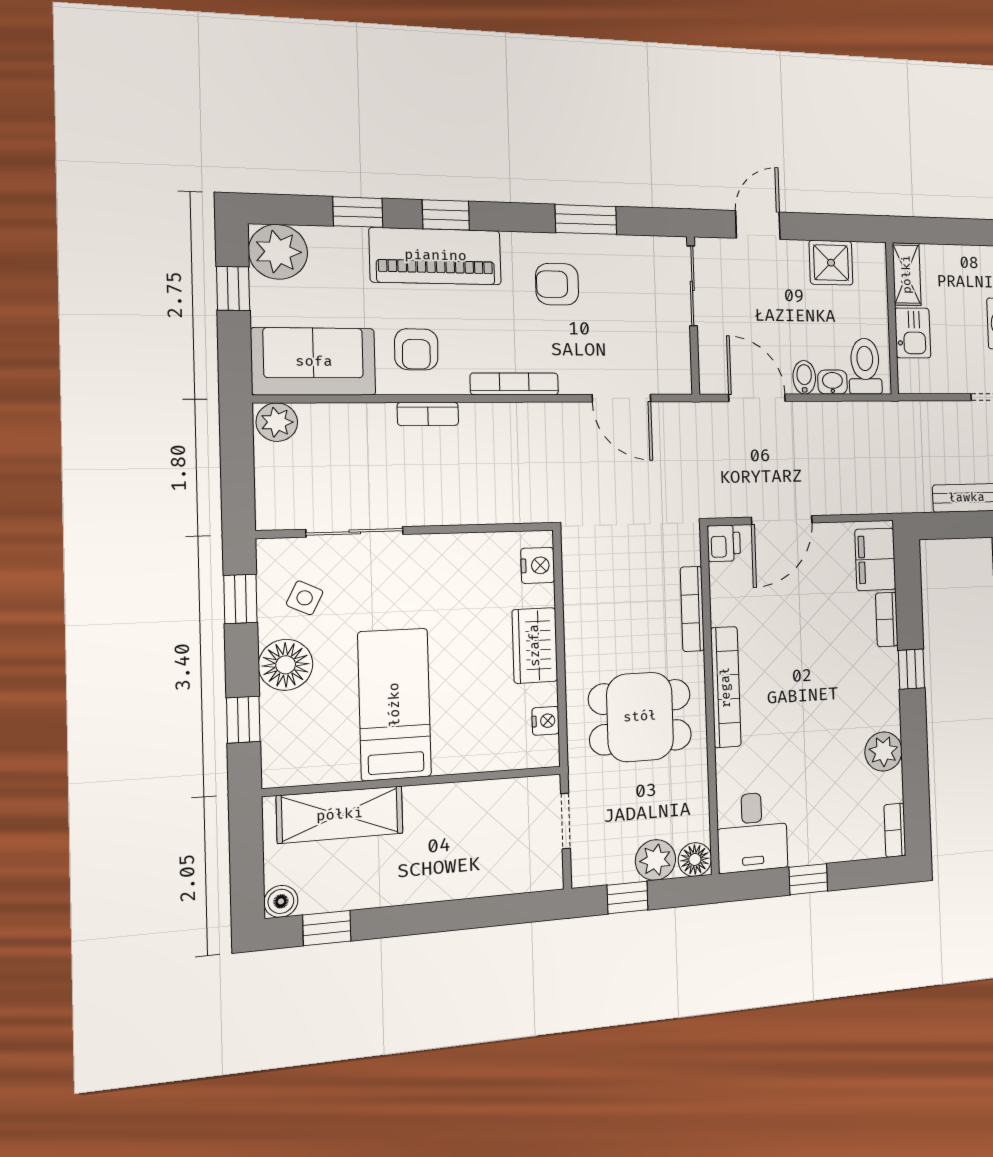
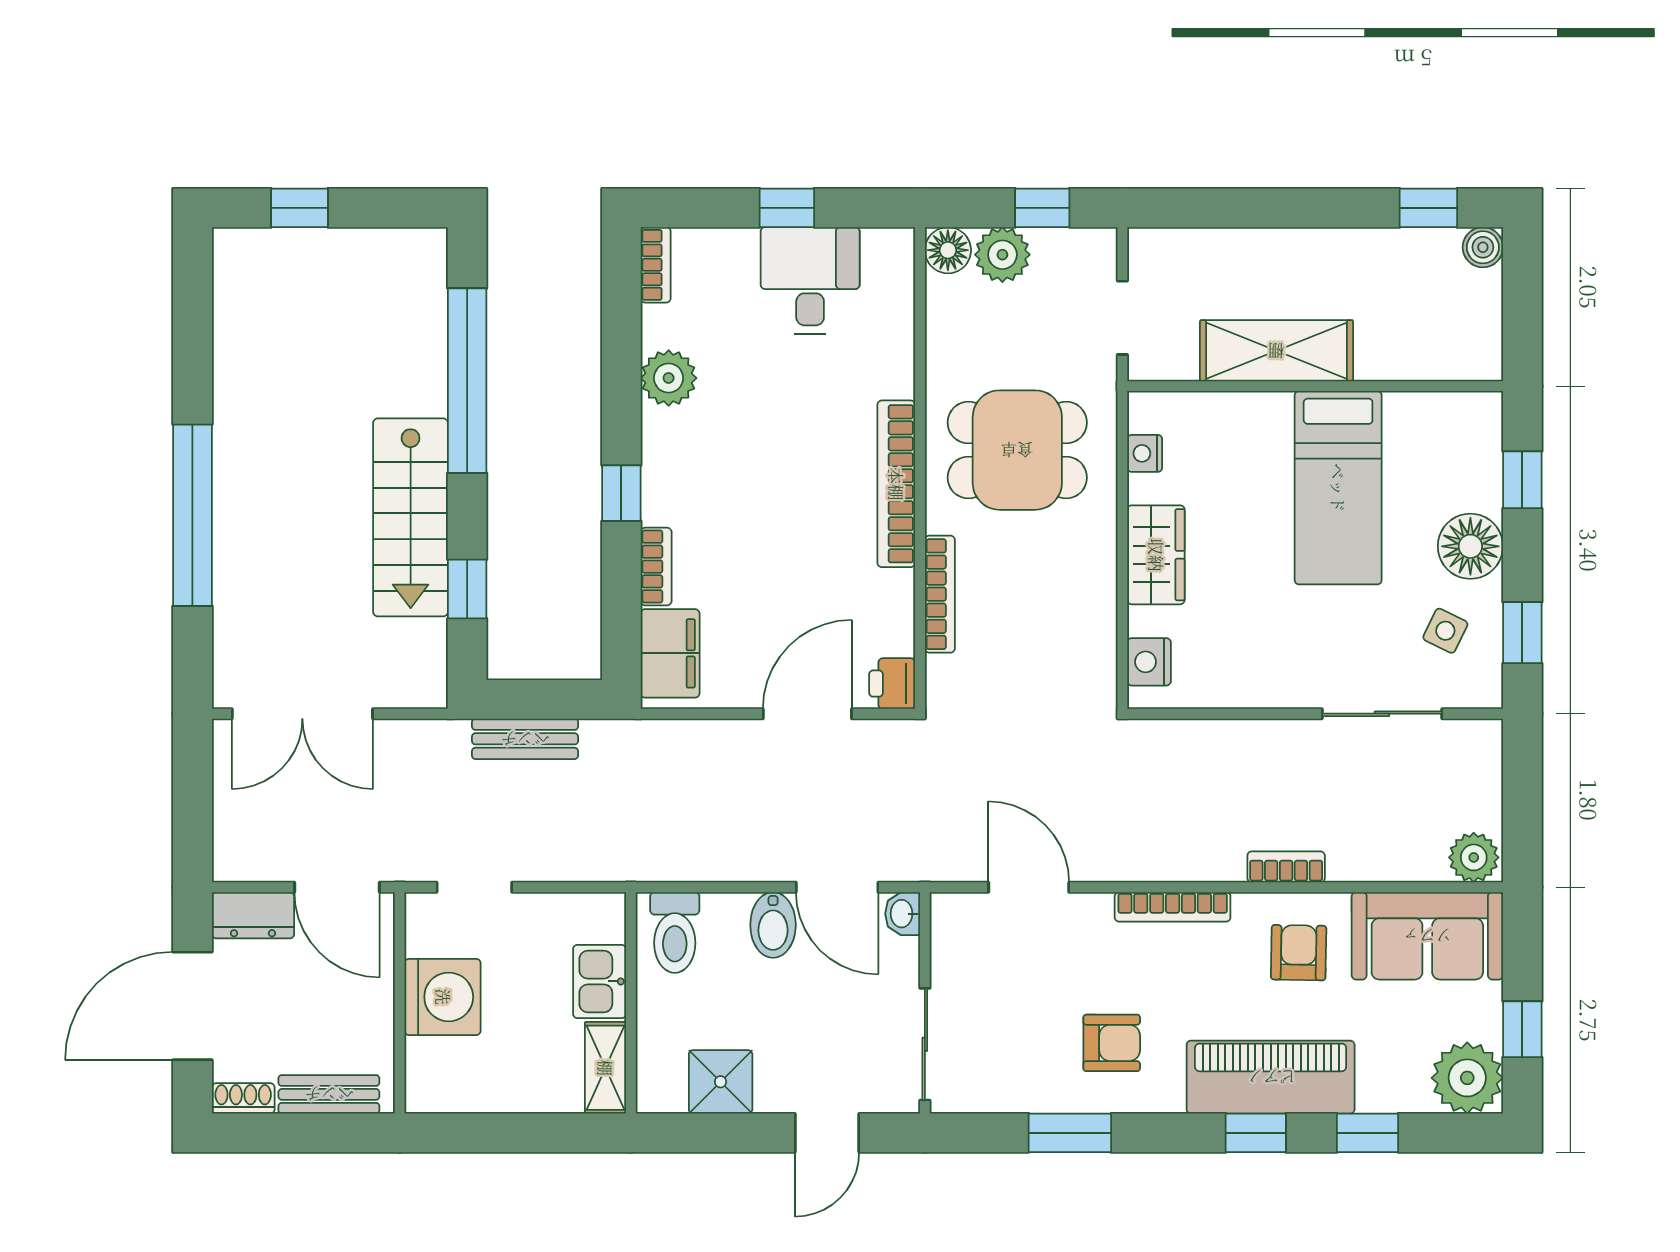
bidet: (804, 377) -> (773, 925), width x1.38, depth x1.36
washbasin: (833, 382) -> (903, 914), moved, turned 90
shelving: (340, 815) -> (1276, 351), moved
desk: (752, 832) -> (810, 281), moved

